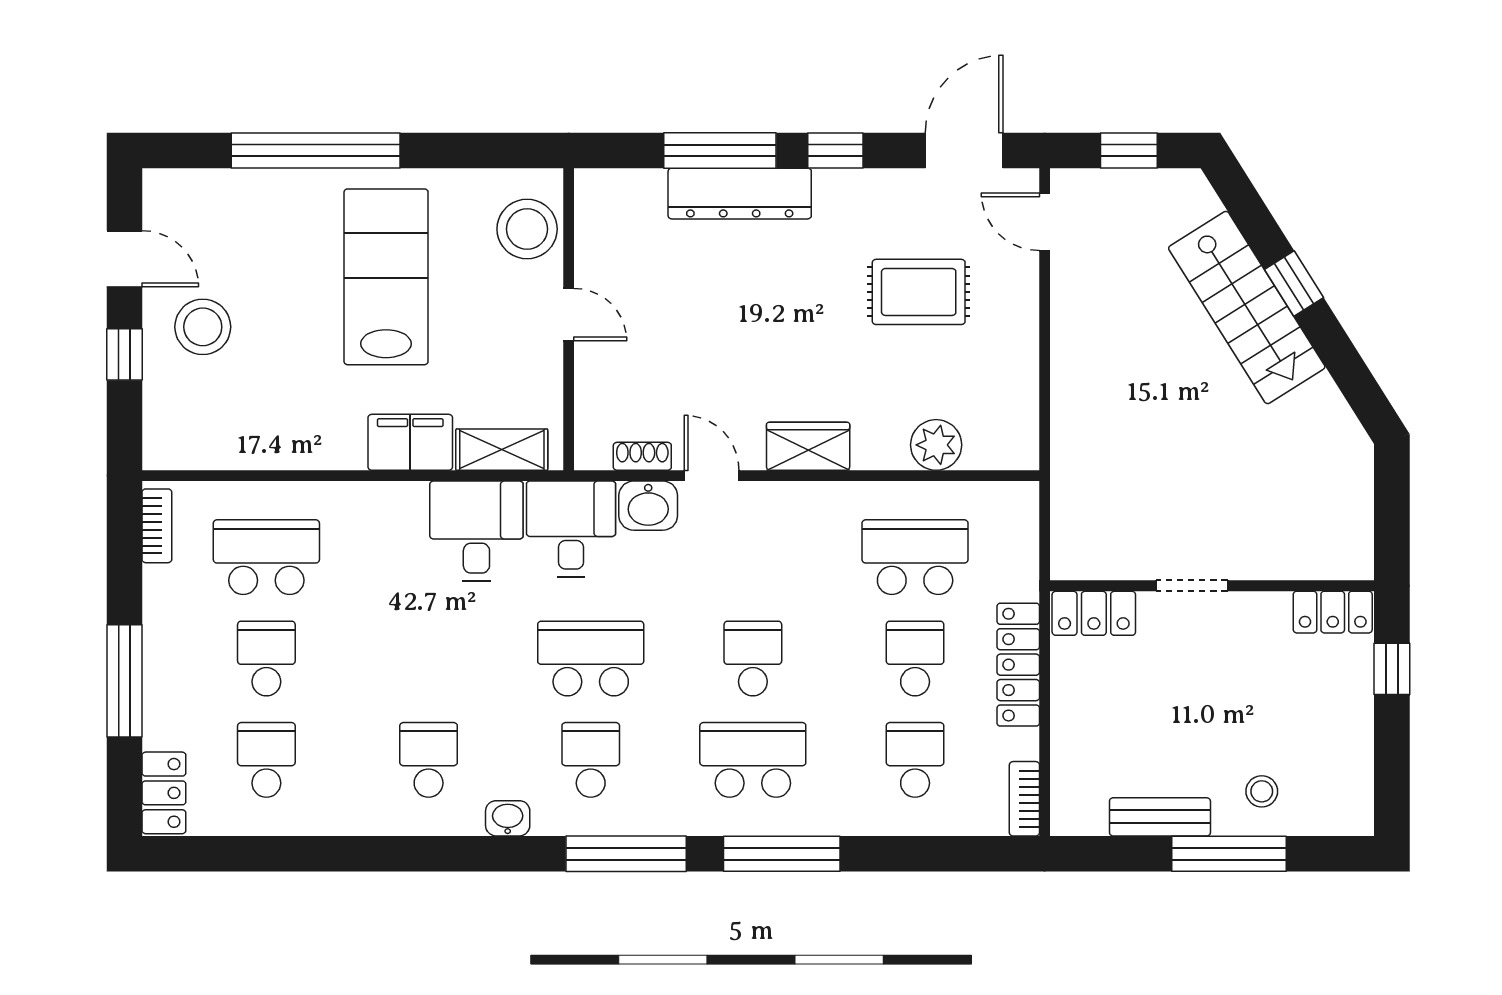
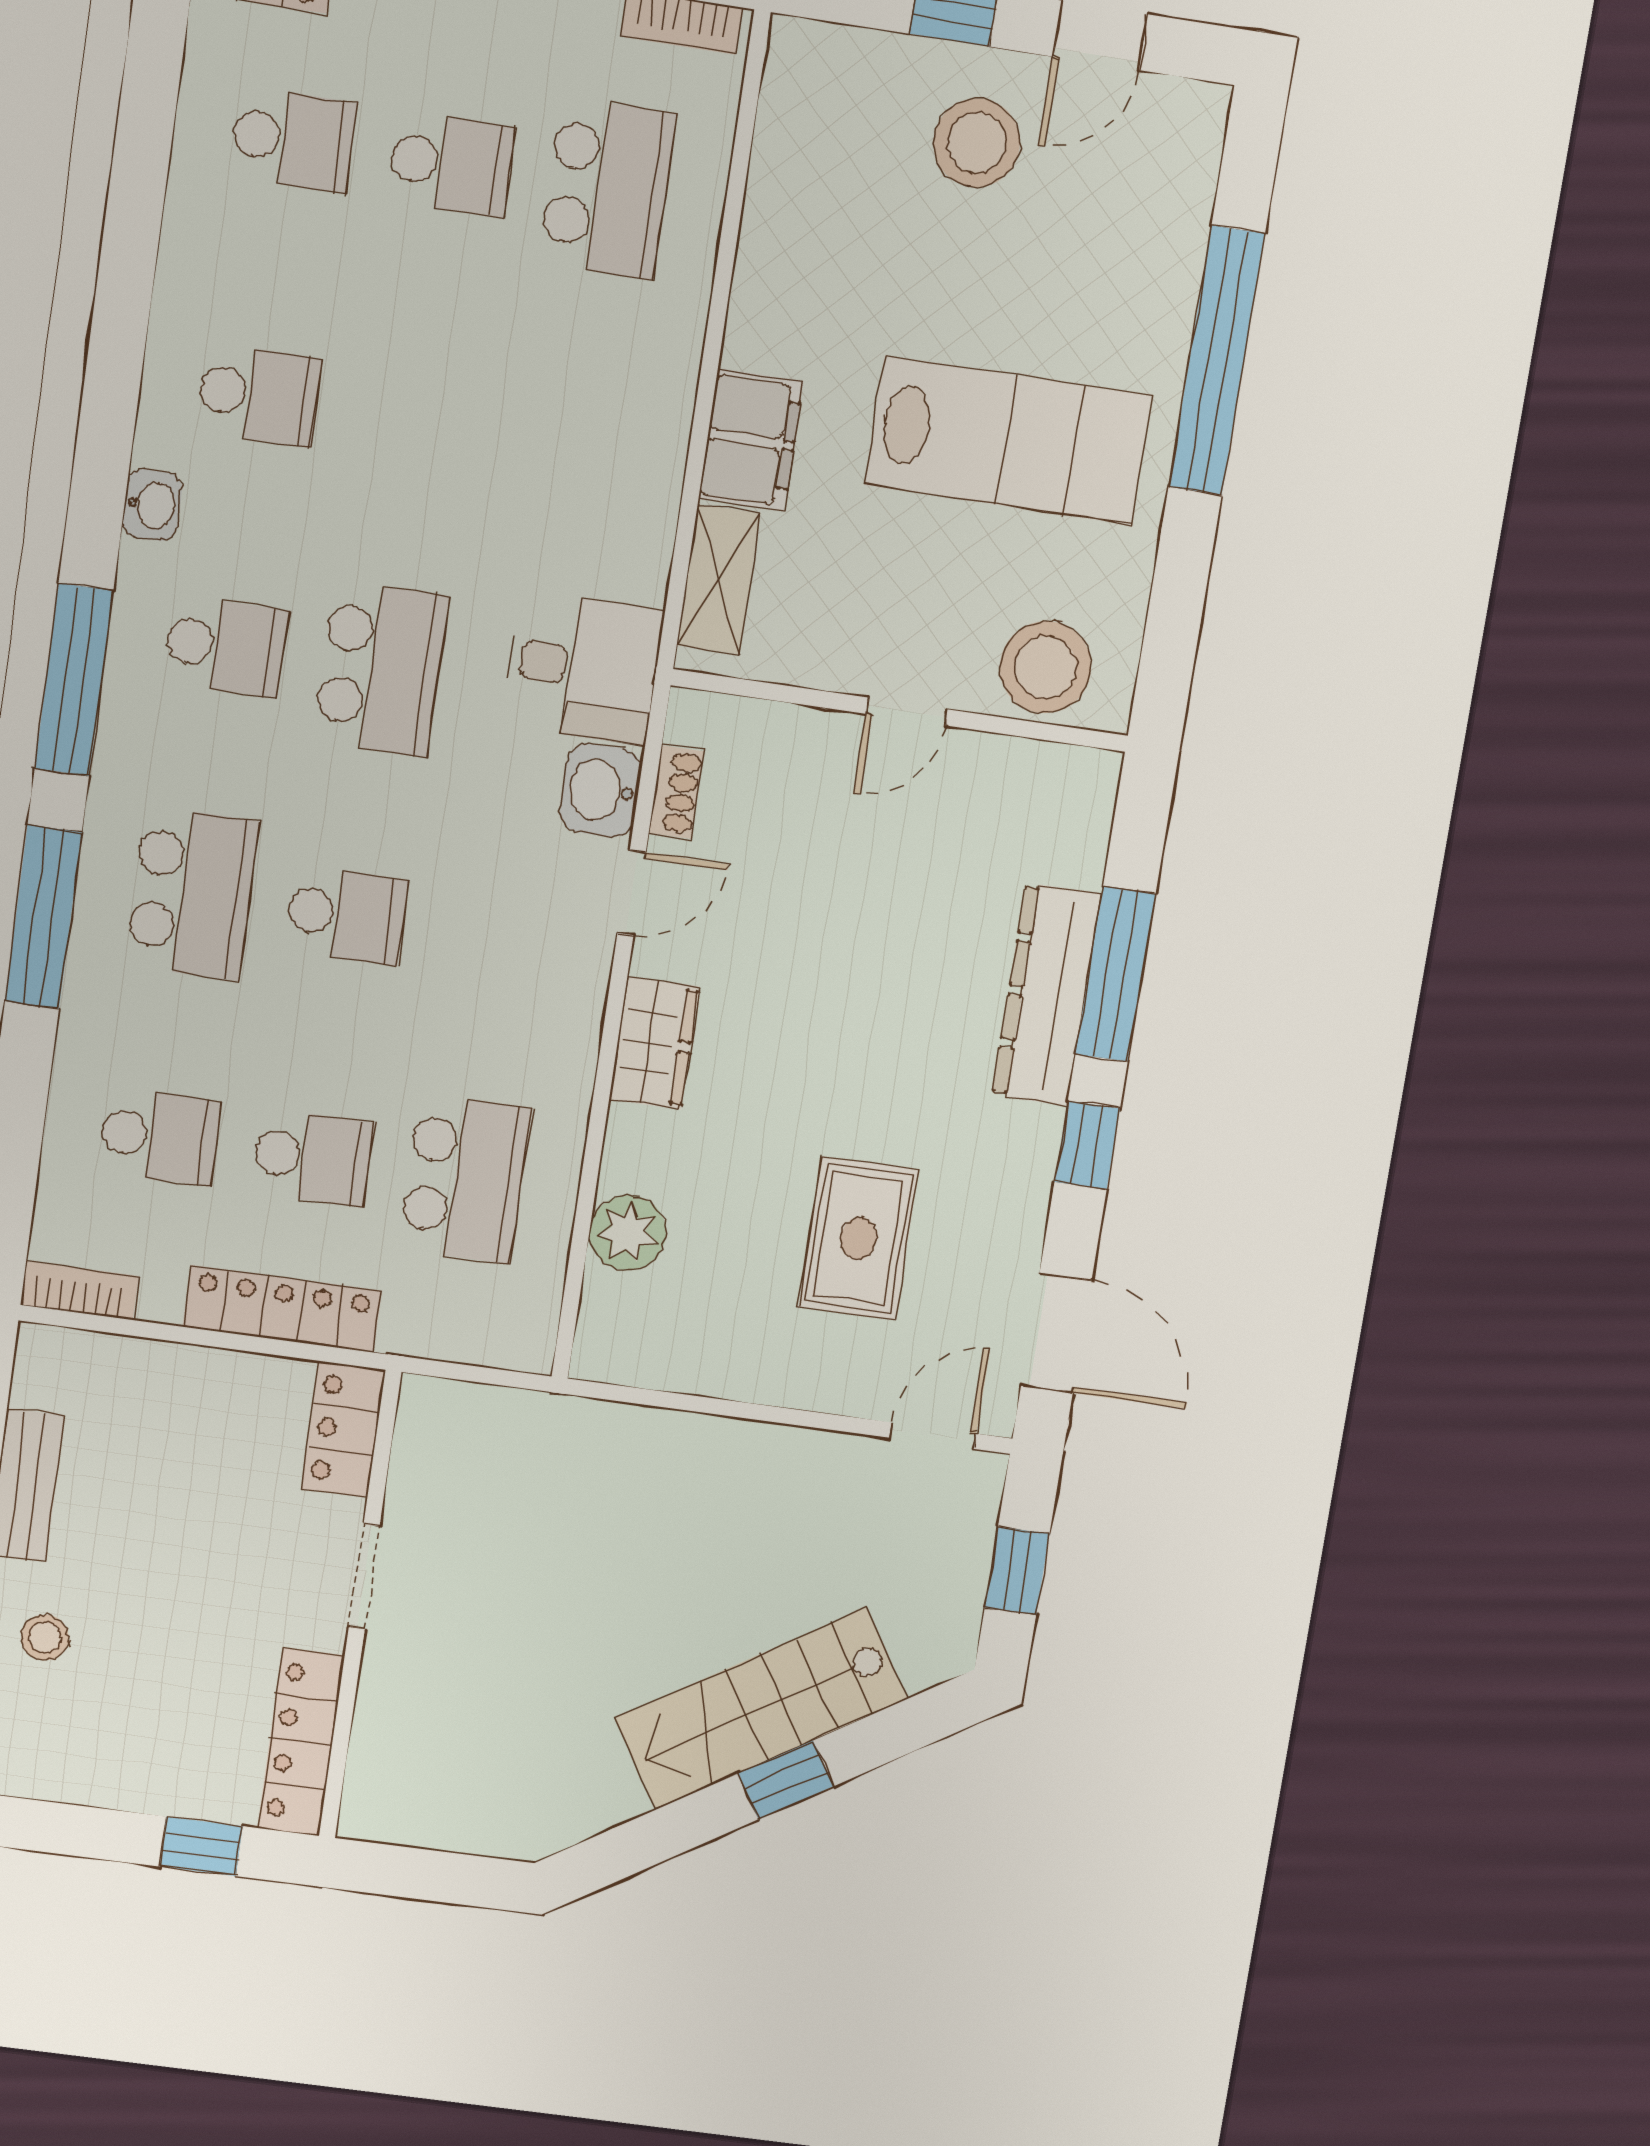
desk: (476, 531) -> (600, 522), removed
locker: (1333, 612) -> (301, 1742), width x1.53

